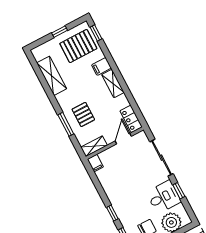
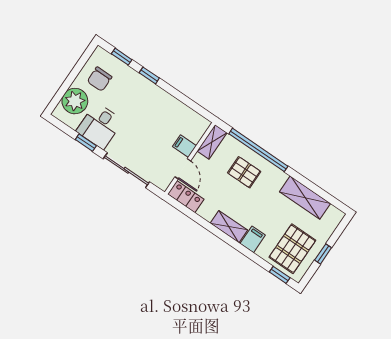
window: (66, 124) -> (258, 150), width x2.11
filing cabinet: (95, 163) -> (184, 146), moved

